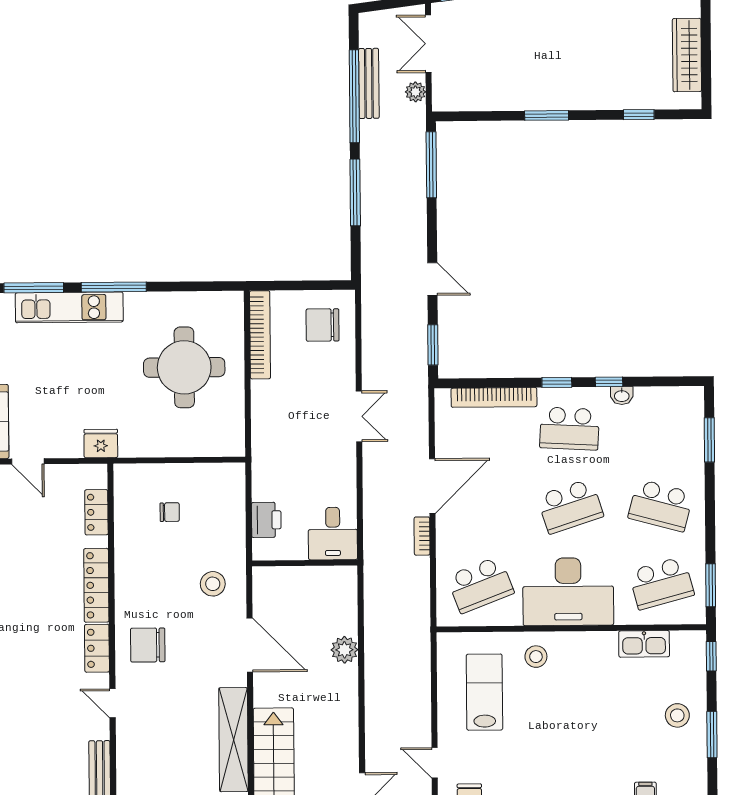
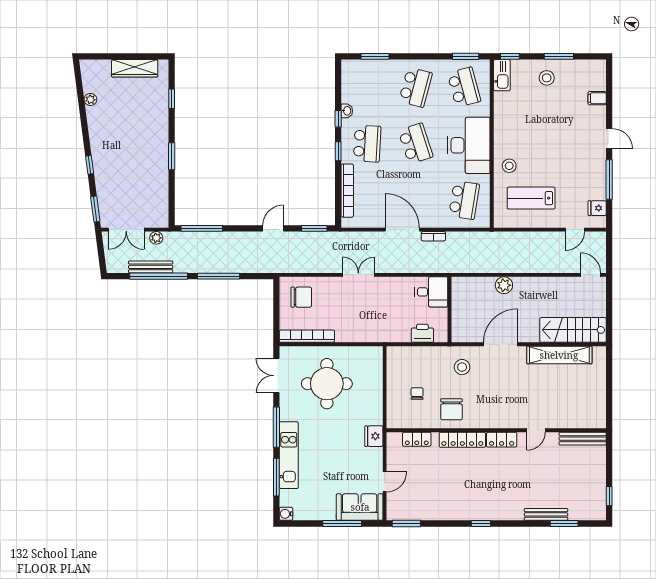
double door: (197, 286) -> (276, 376), added
chair: (323, 325) -> (301, 297), turned -90
school desk: (480, 585) -> (464, 200), turned 30
kitchen sink: (644, 644) -> (502, 75), moved
chair: (148, 645) -> (452, 409), moved

